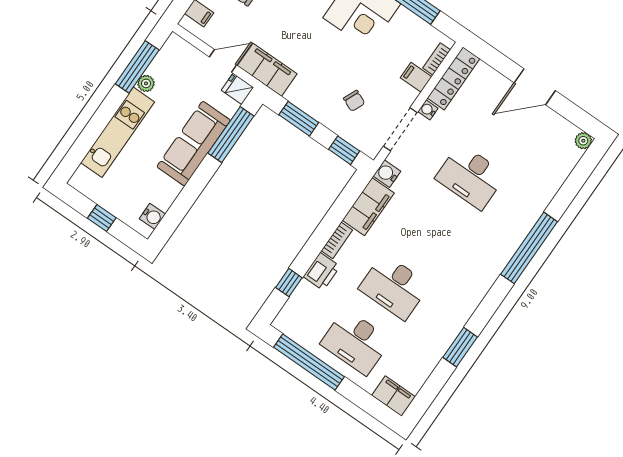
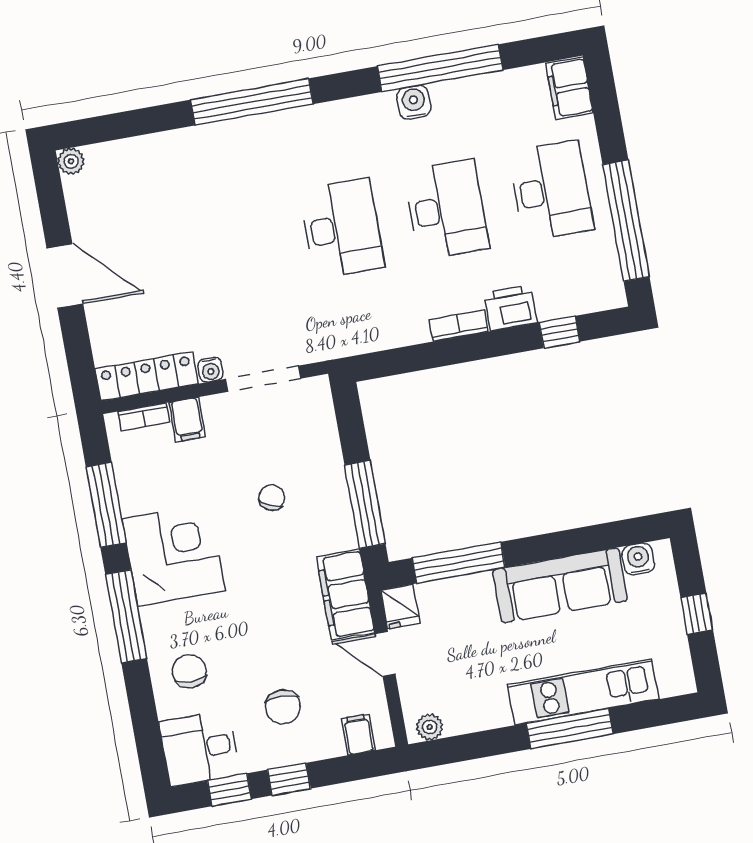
window: (137, 67) -> (570, 729), moved
plant: (146, 83) -> (430, 727), moved
chair: (354, 101) -> (272, 498), moved
window: (299, 119) -> (365, 504), width x1.44
sofa: (194, 144) -> (560, 585), moved
window: (344, 150) -> (349, 418), removed
water cooler: (387, 174) -> (414, 102), moved, turned 180
desk: (471, 176) -> (342, 228), moved
filing cabinet: (368, 207) -> (386, 328), removed
window: (460, 347) -> (440, 68), width x2.11

